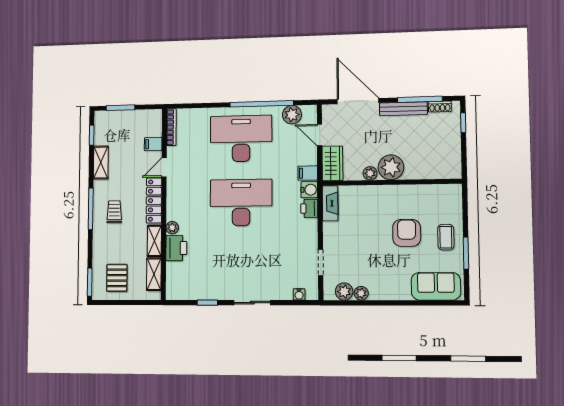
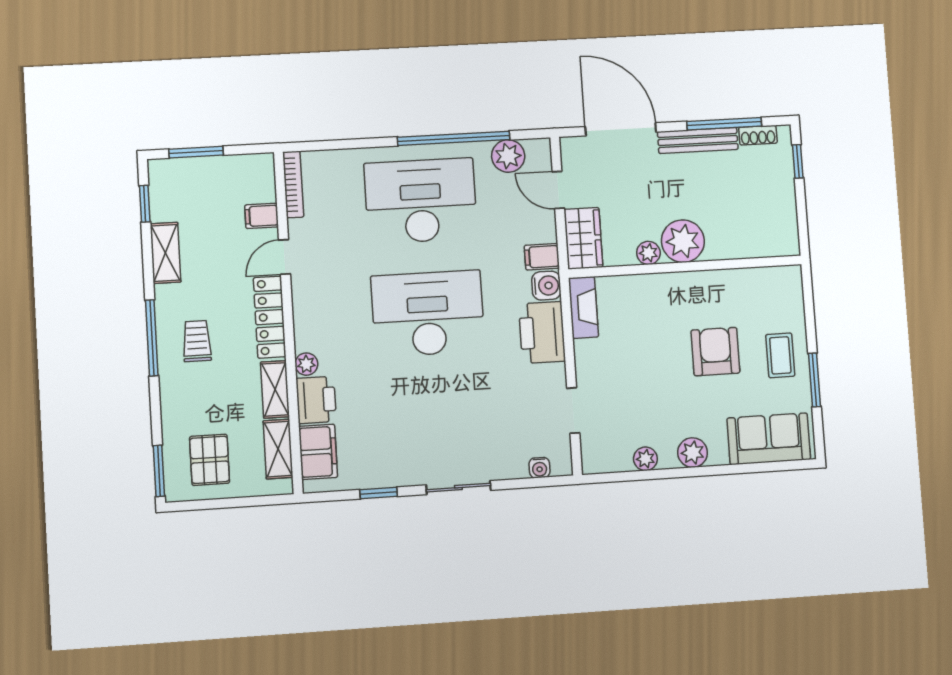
printer: (309, 208) -> (542, 332), width x1.87, depth x1.48
filing cabinet: (176, 277) -> (318, 452), added
plant: (344, 292) -> (693, 453), moved

